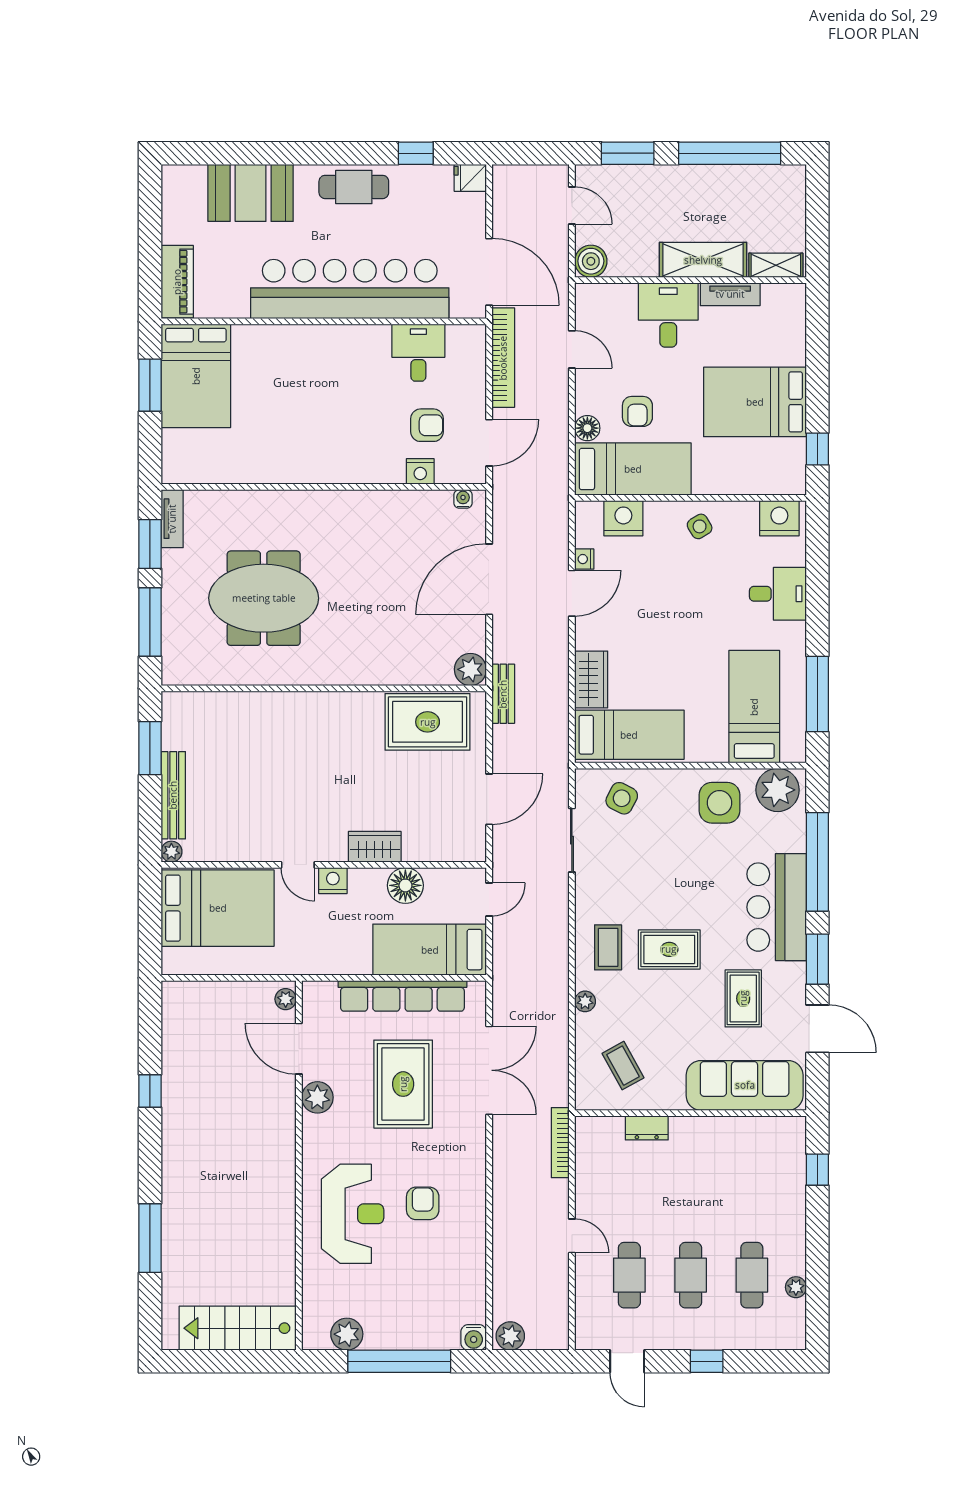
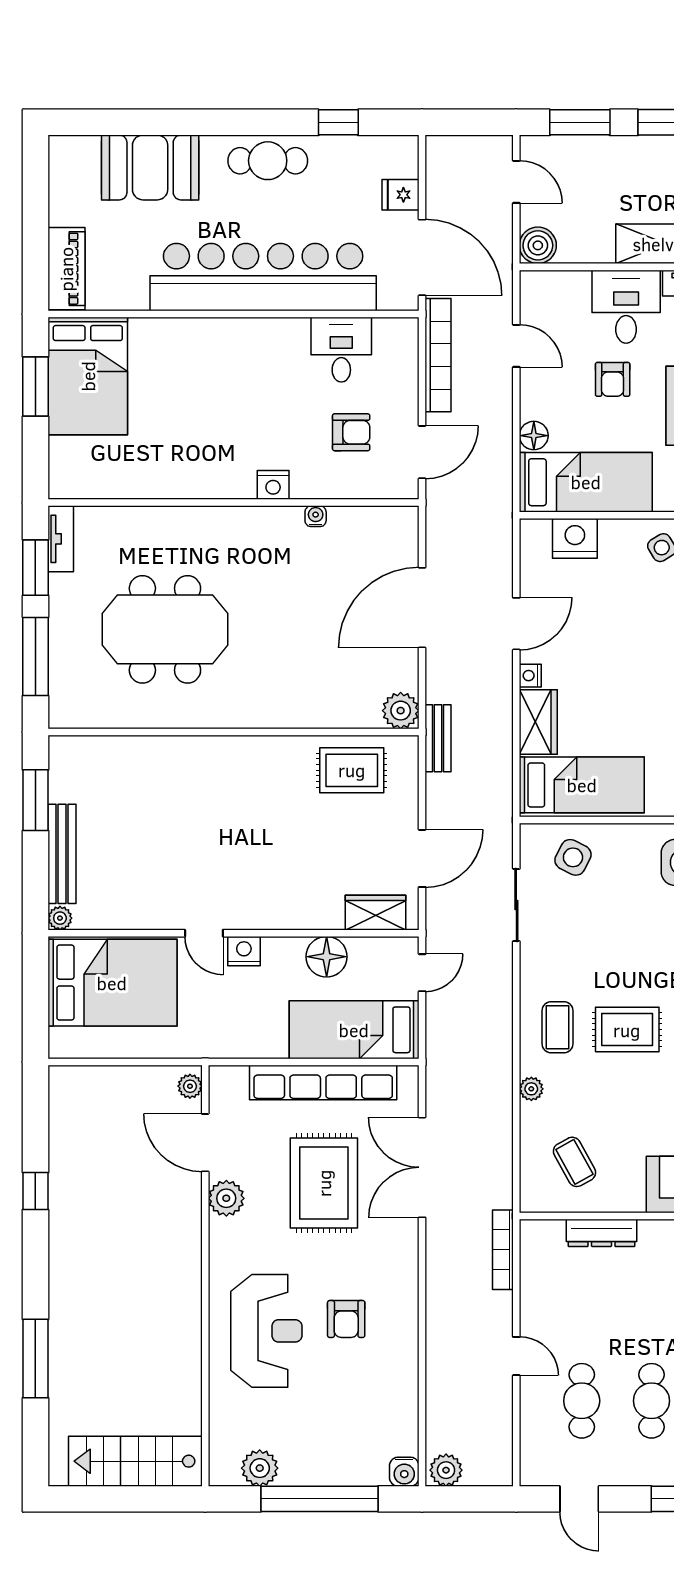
fridge: (470, 178) -> (401, 195), moved
armchair: (637, 411) -> (613, 379), moved
nightstand: (420, 471) -> (273, 485), moved
water cooler: (463, 499) -> (316, 516), moved
nightstand: (584, 559) -> (530, 676), moved
rug: (428, 722) -> (352, 770), width x0.73, depth x0.70
wardrobe: (375, 847) -> (375, 913), moved
double door: (489, 1070) -> (422, 1167), swing flipped
dresser: (647, 1128) -> (602, 1233), width x1.44
armchair: (423, 1203) -> (346, 1319), turned 180

